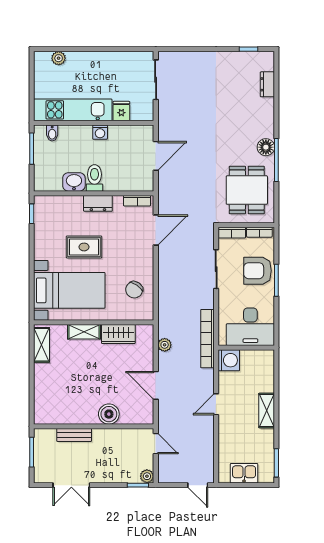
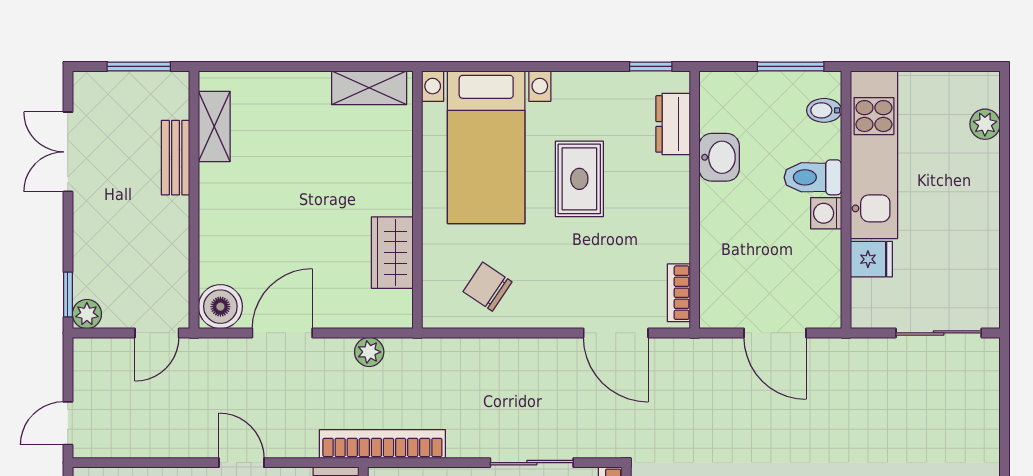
toilet: (94, 178) -> (813, 177), moved, turned 180
dresser: (98, 203) -> (673, 124), moved
shelving: (84, 332) -> (214, 126), moved
boiler: (109, 414) -> (220, 307), moved

